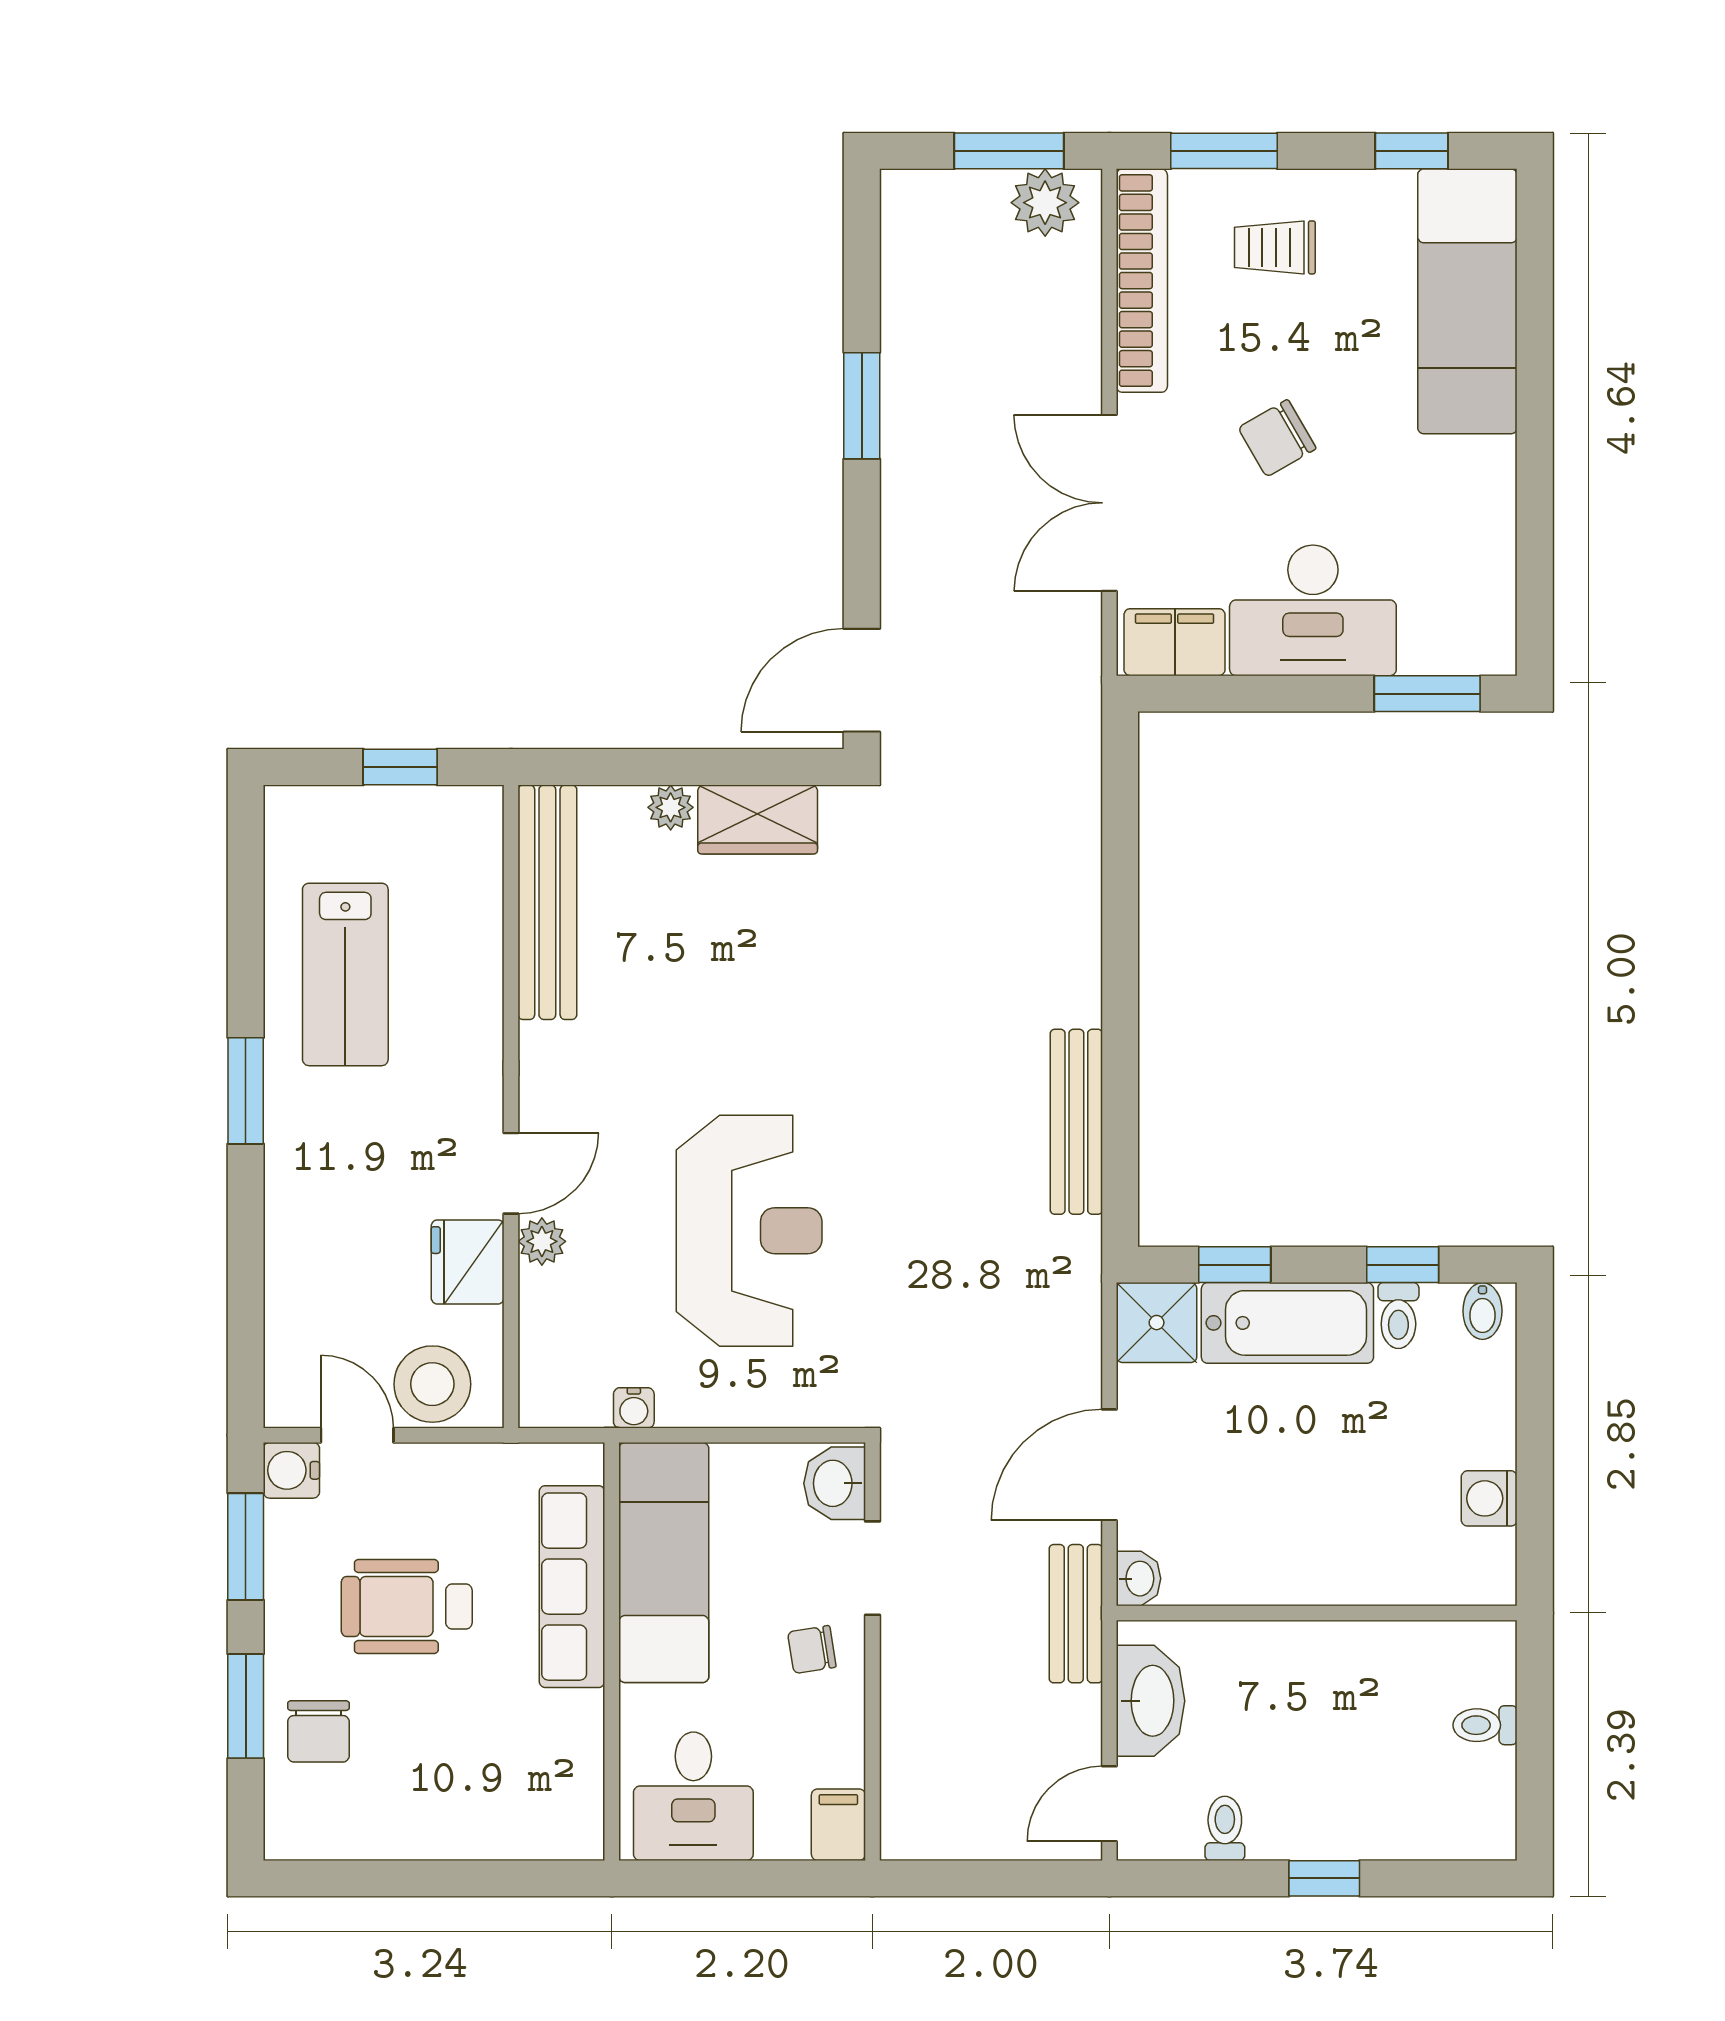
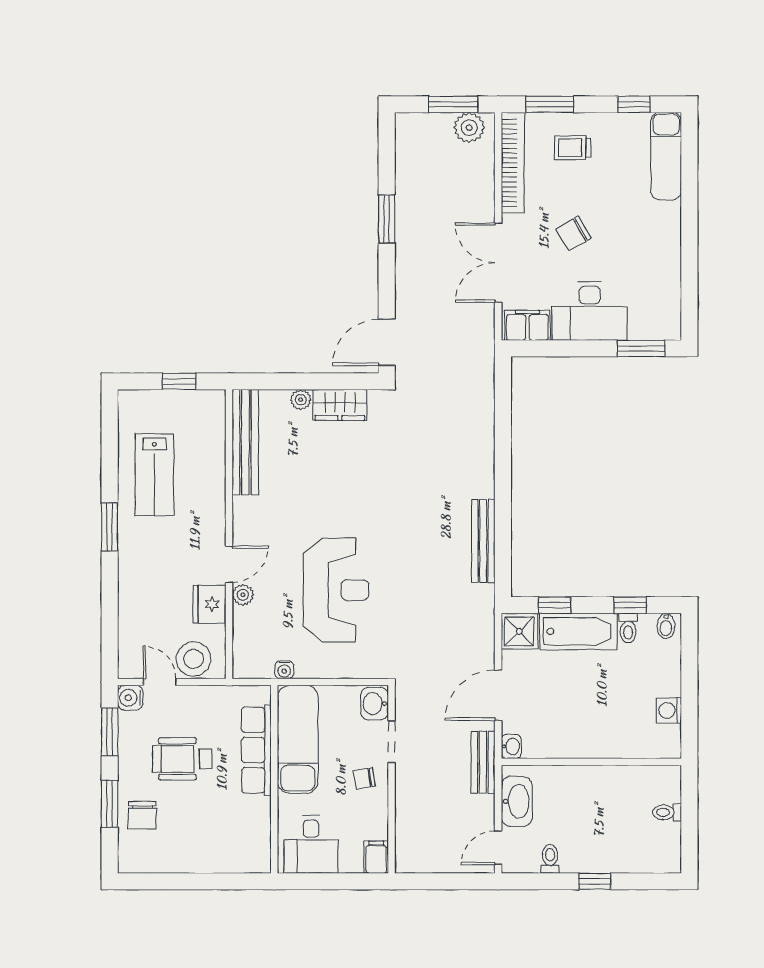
exam couch: (1467, 301) -> (666, 156), width x0.73, depth x0.69

